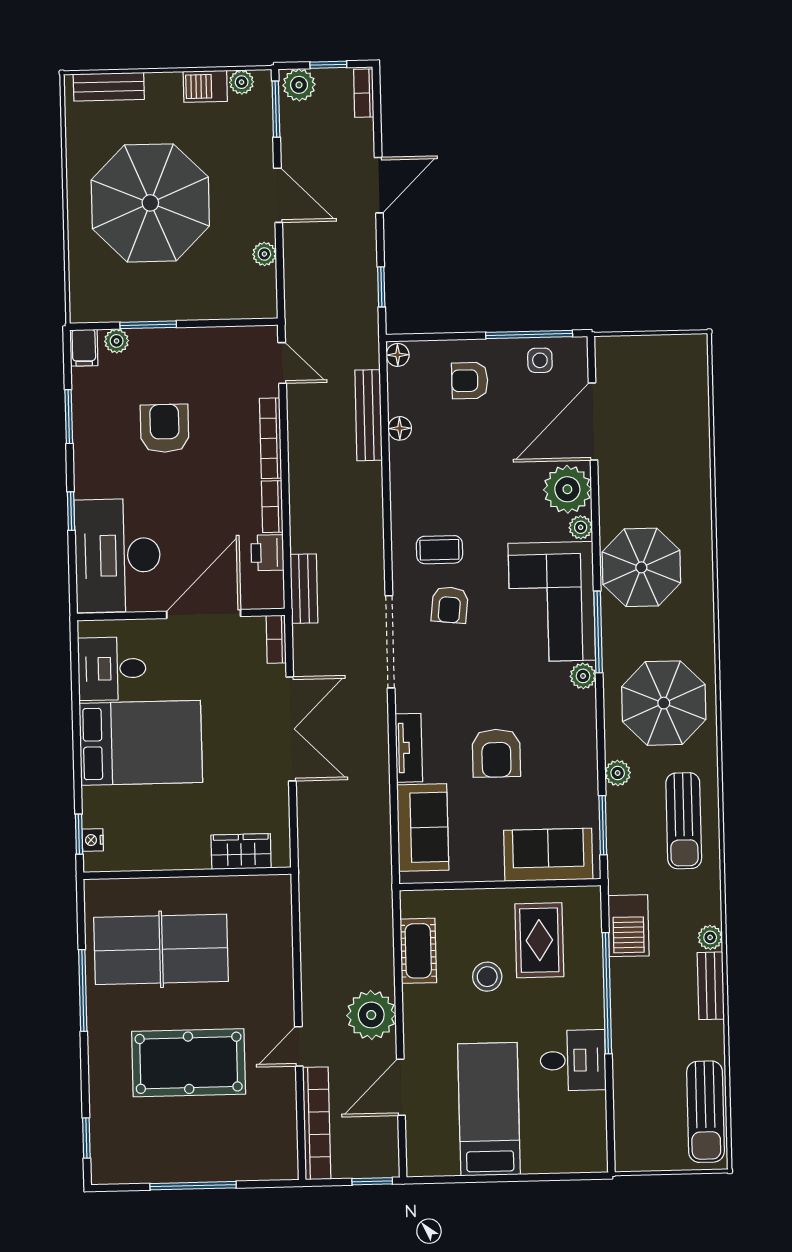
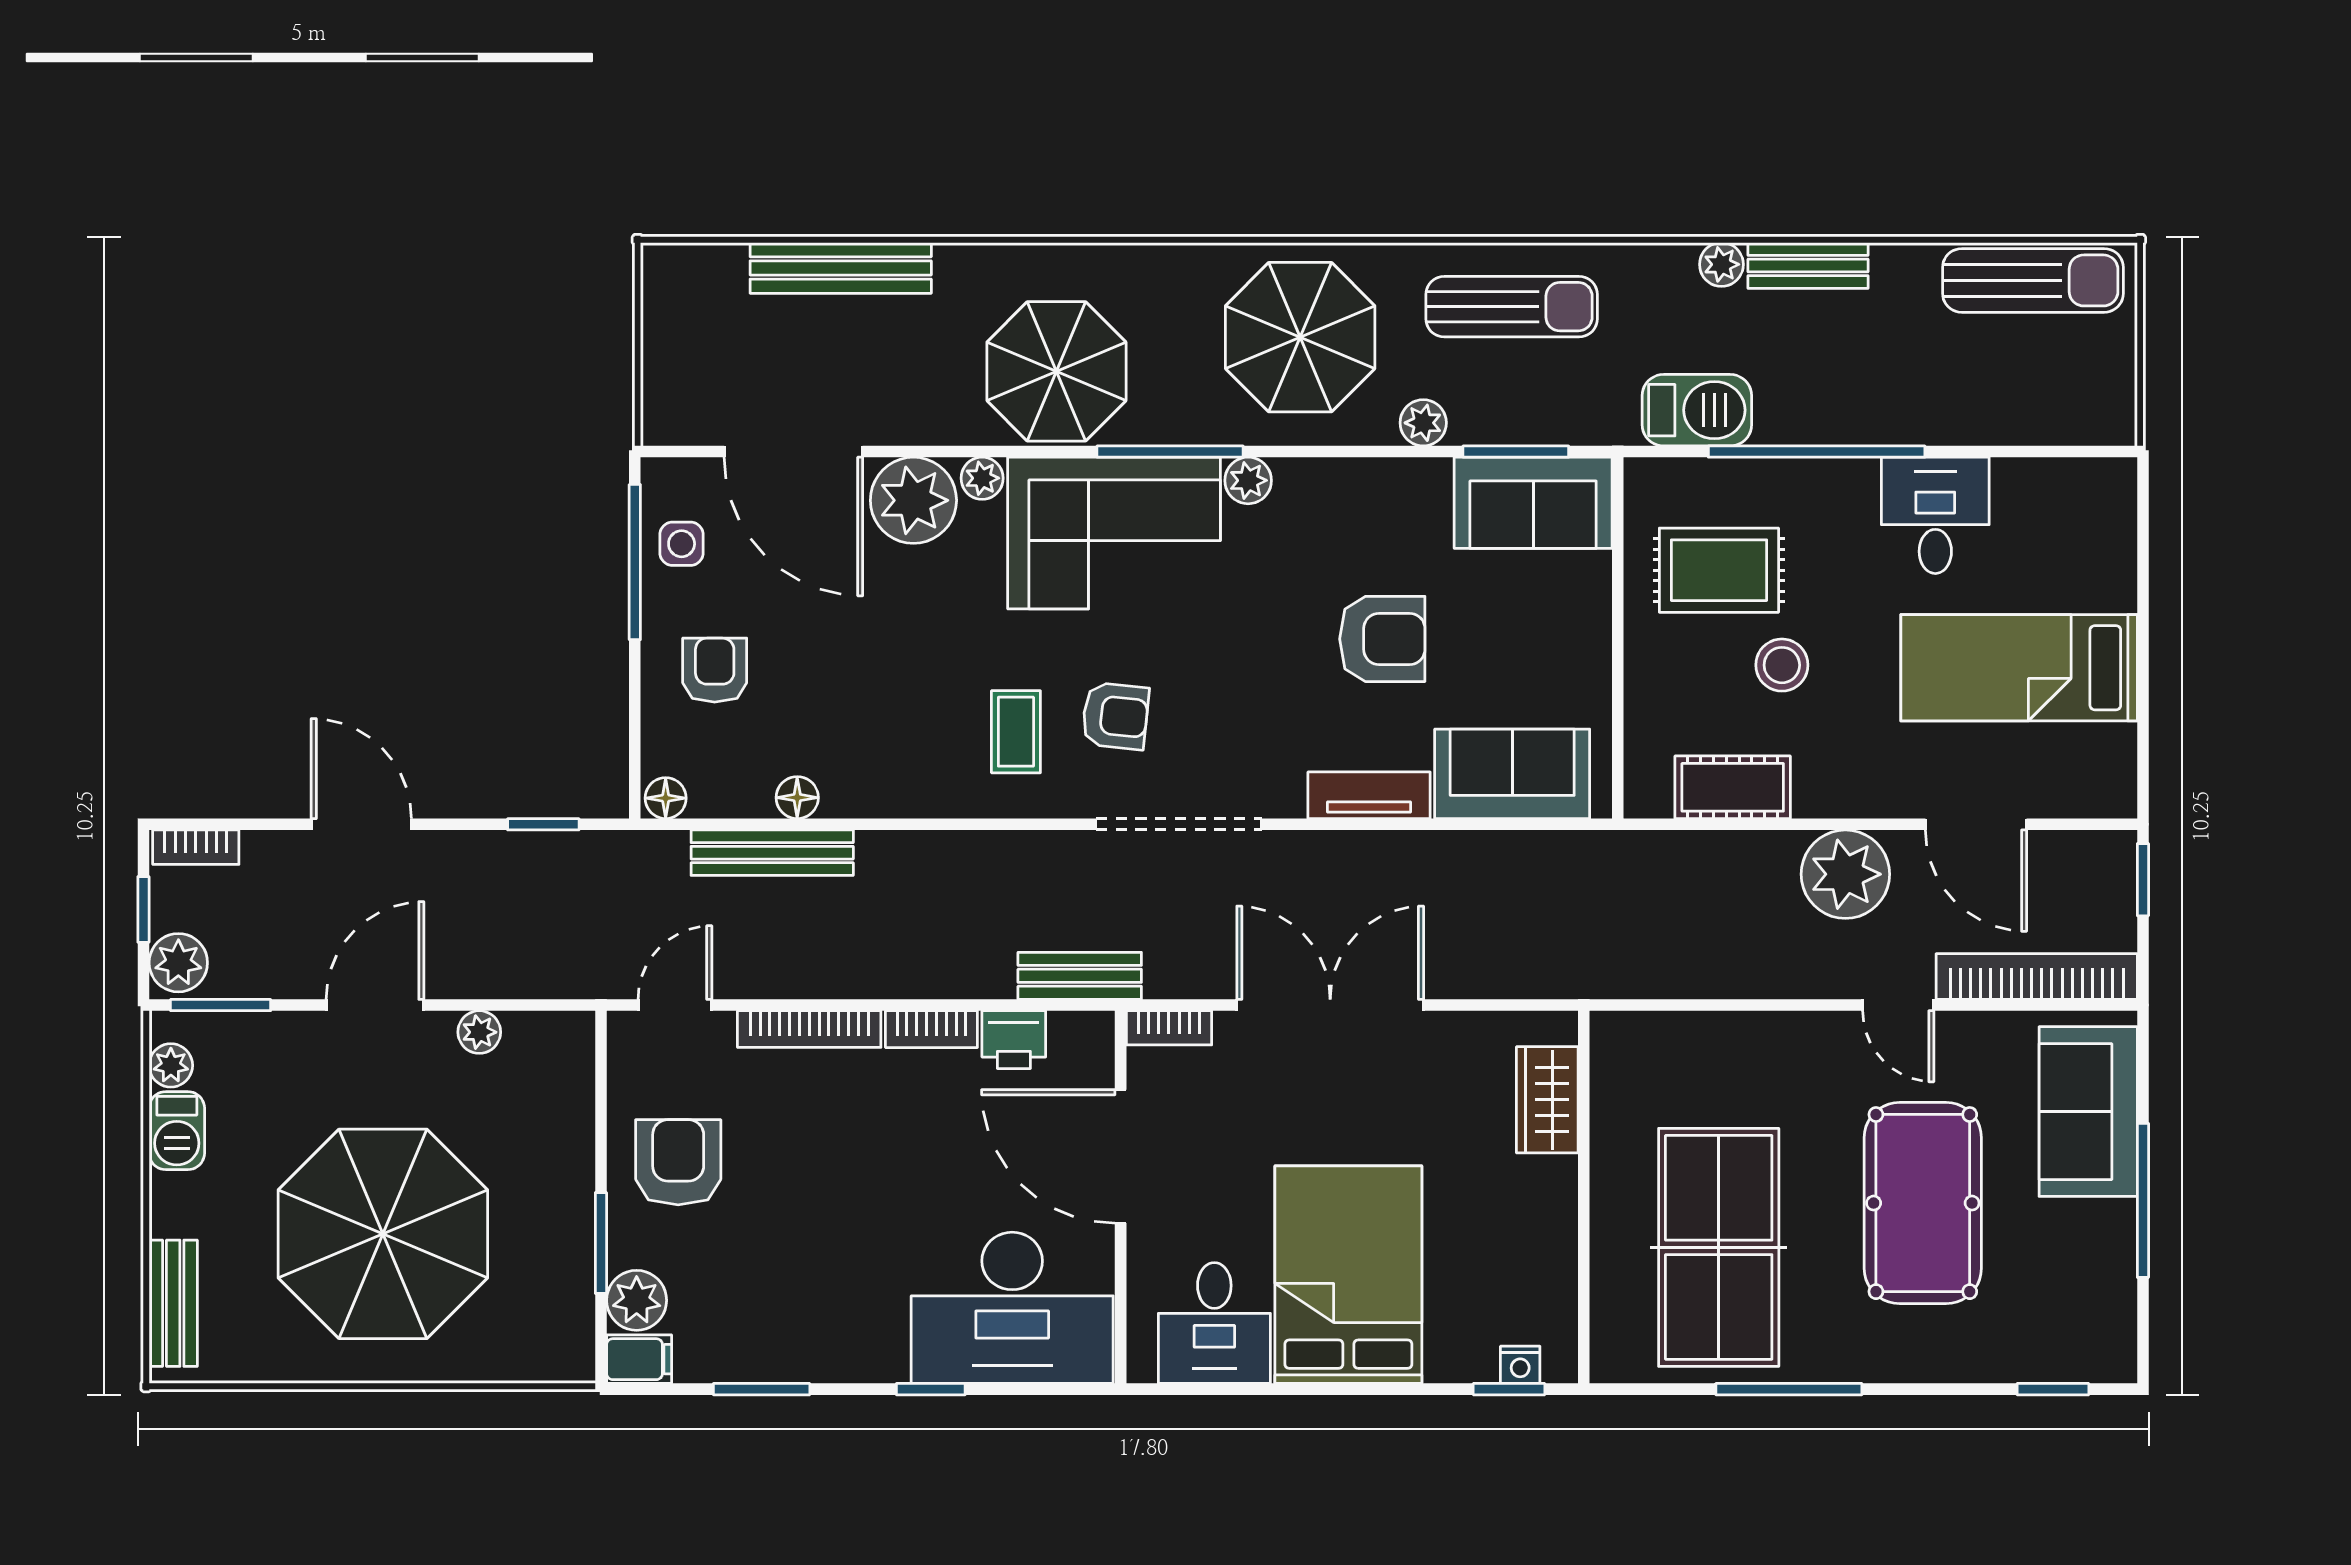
plant: (117, 341) -> (637, 1300), width x1.38, depth x1.38
armchair: (470, 381) -> (715, 670), turned 180
armchair: (165, 428) -> (678, 1162), moved, turned 90
bench: (696, 445) -> (841, 268), added
sofa: (548, 855) -> (1533, 503), moved, turned -90
sofa: (242, 1154) -> (2088, 1112), added

